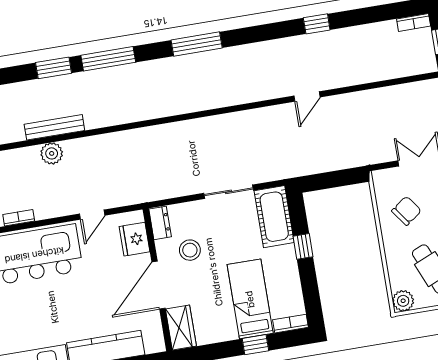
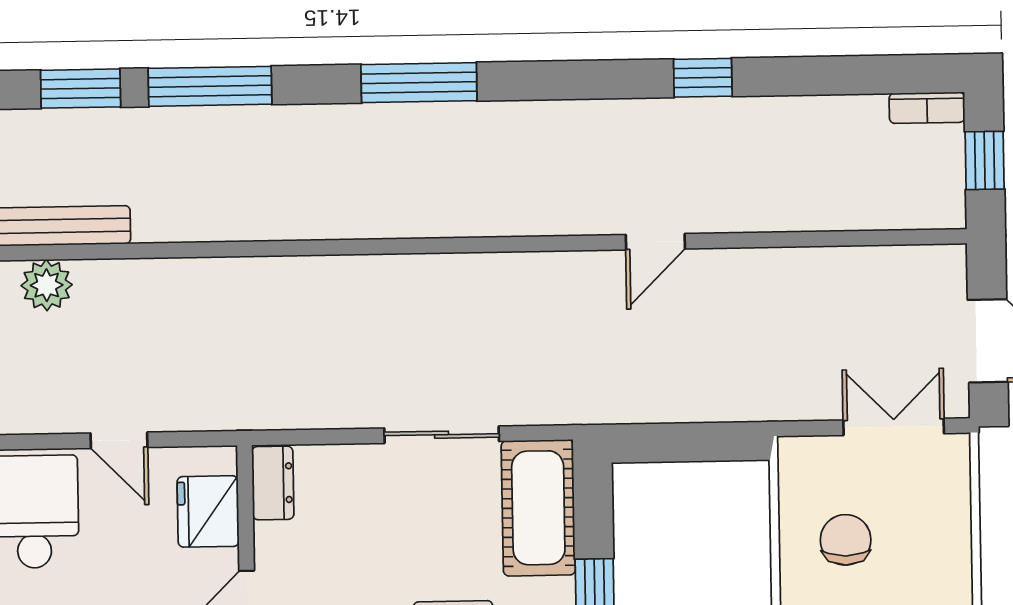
chair: (406, 211) -> (846, 540), turned -54
door: (92, 215) -> (119, 440), hinge flipped
stool: (190, 250) -> (332, 556), removed

